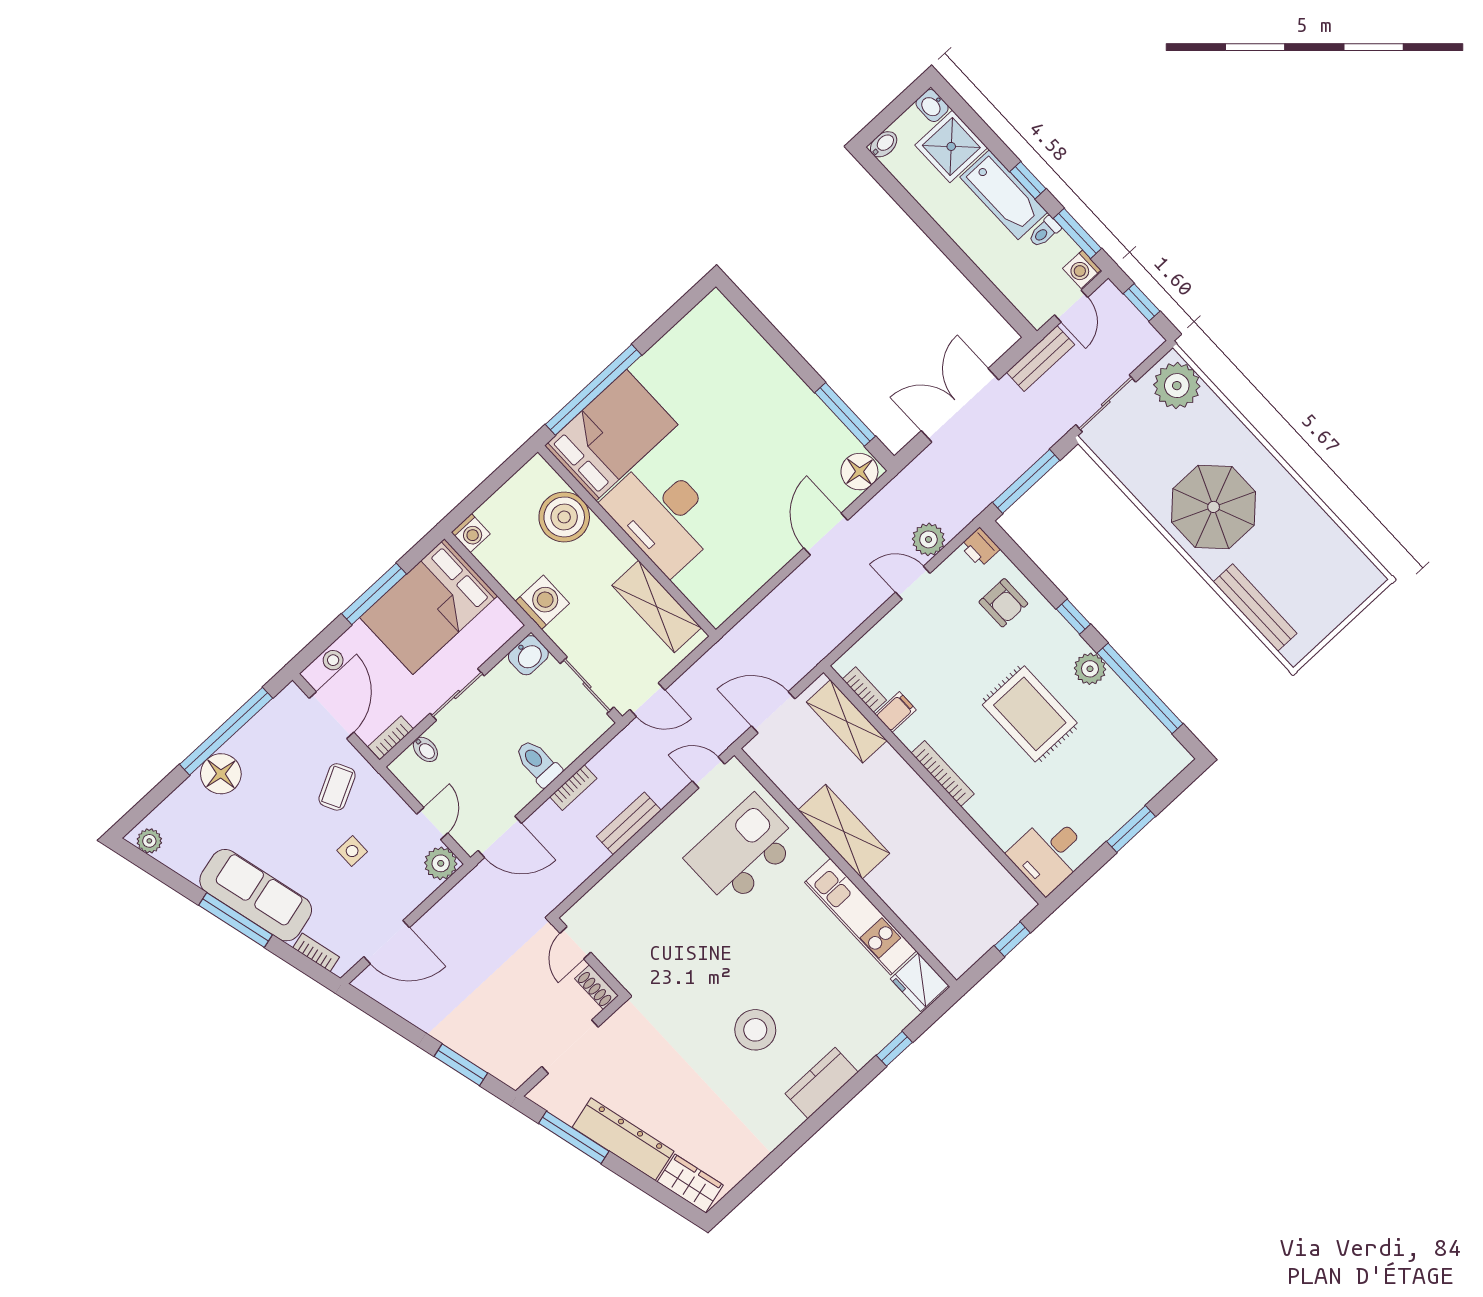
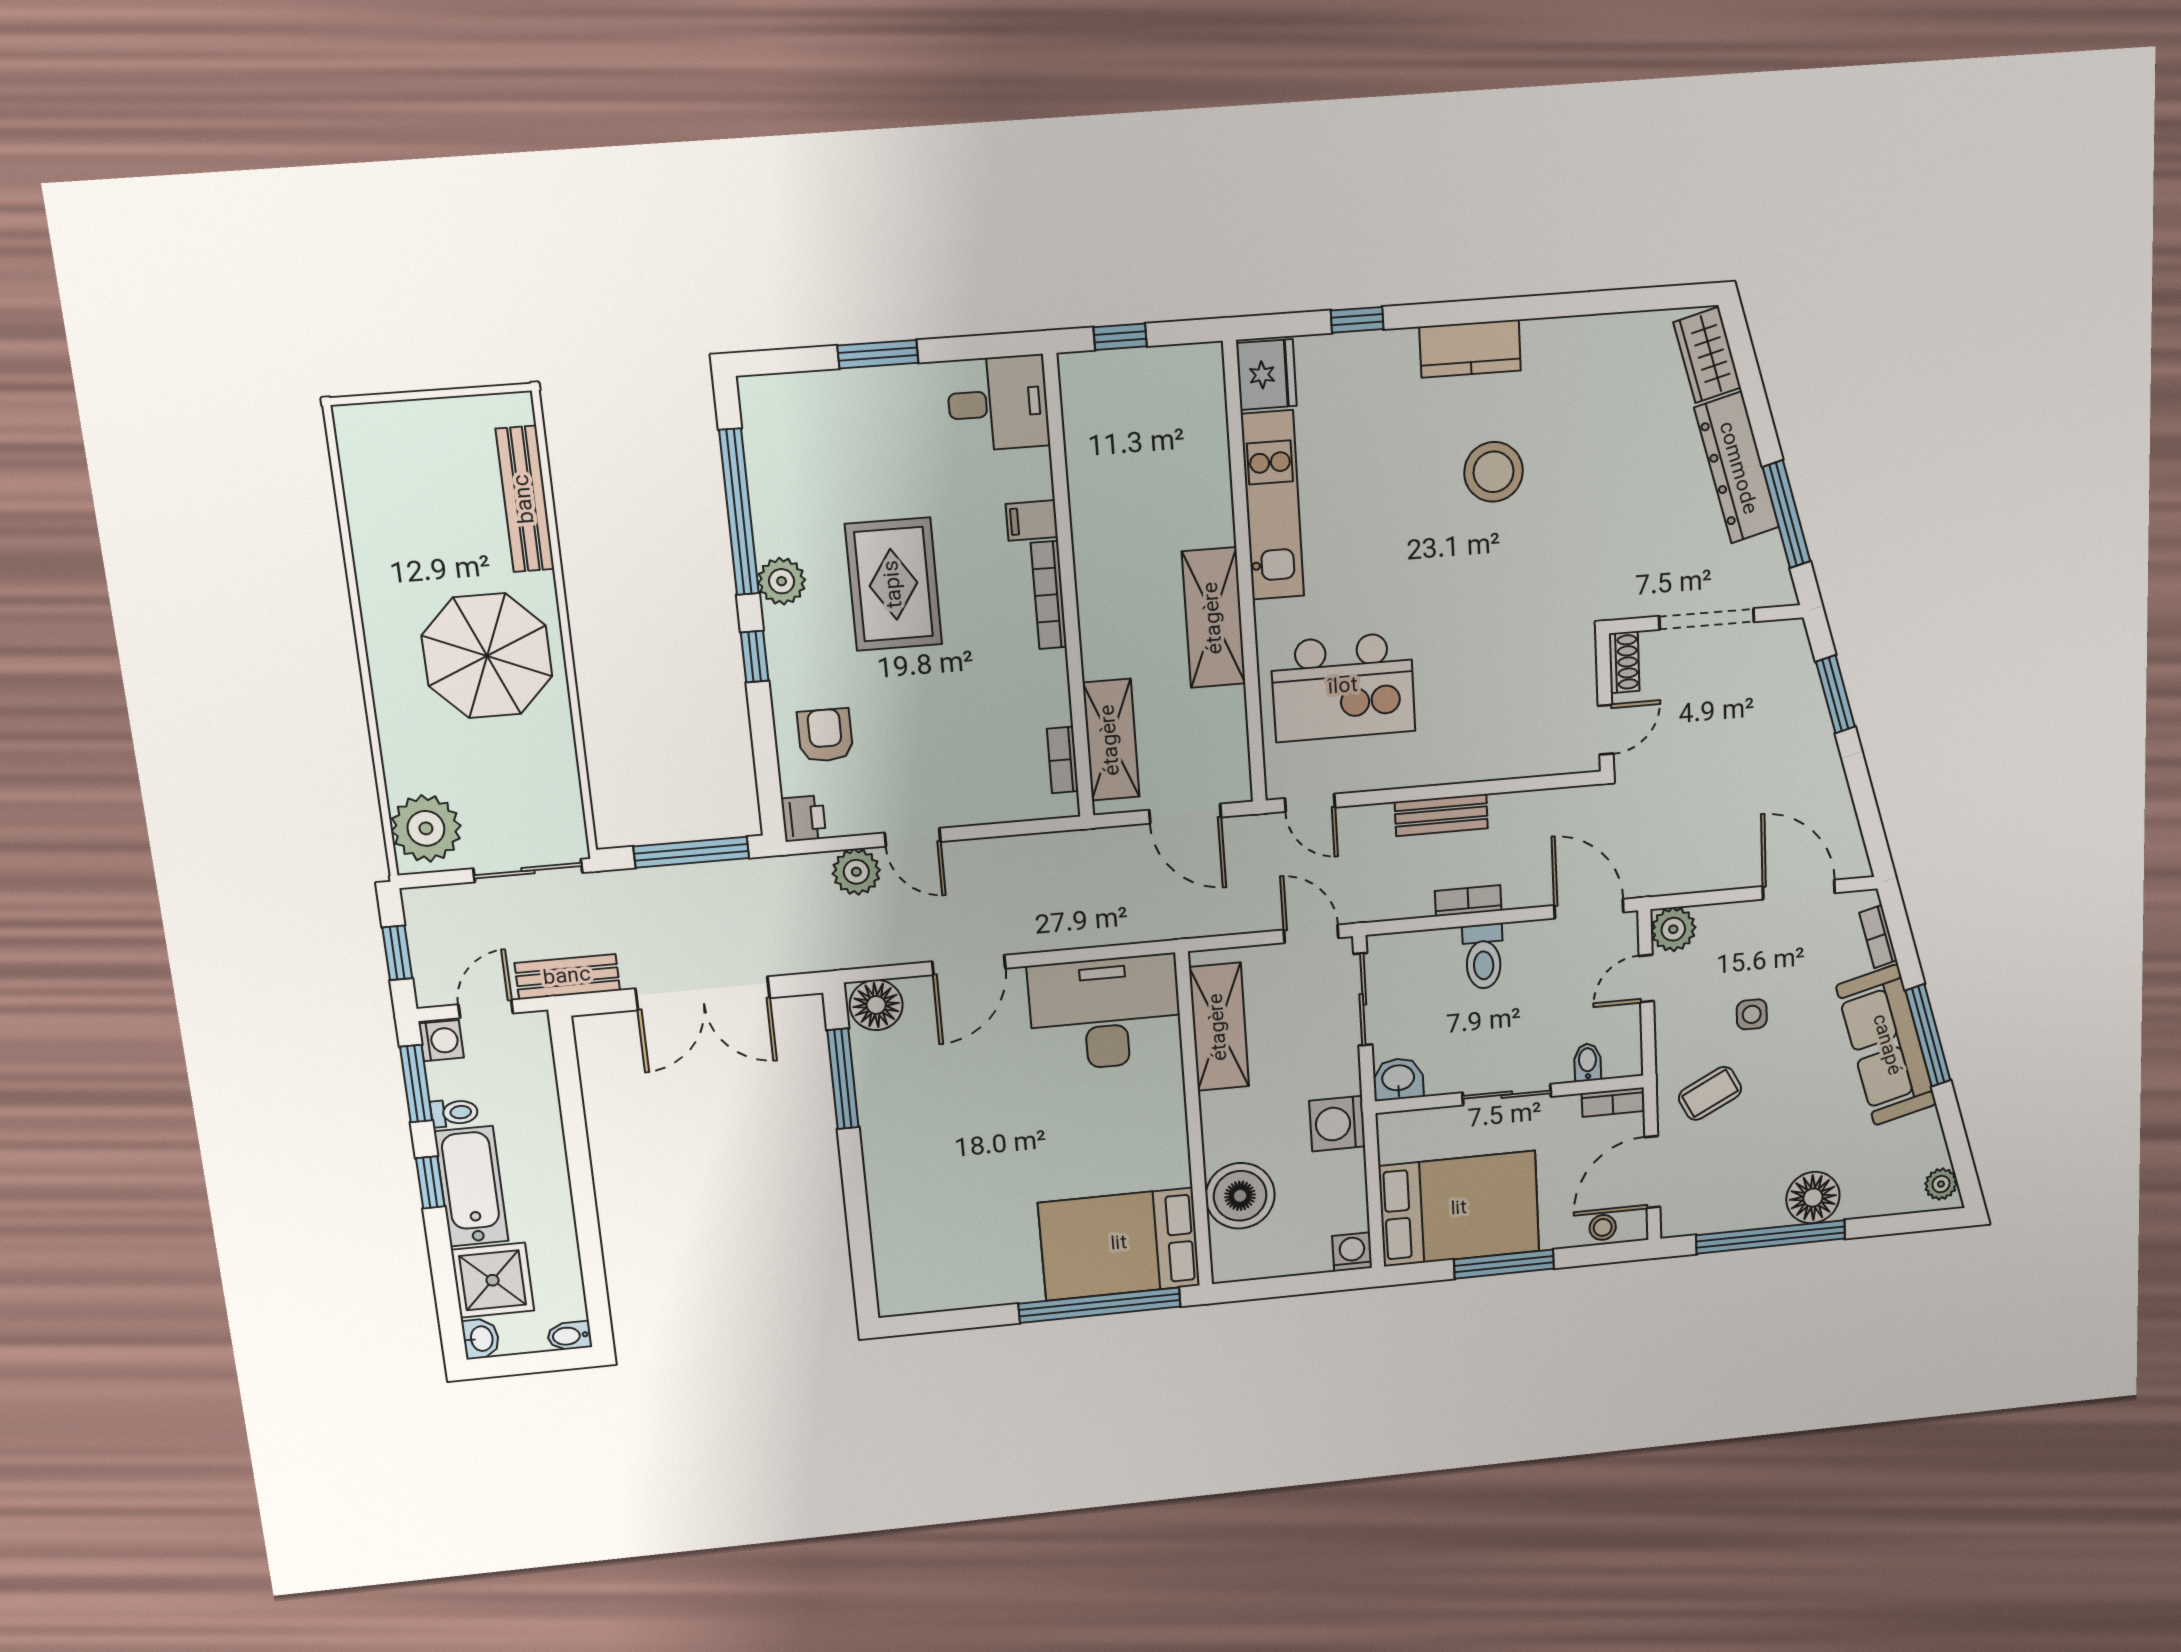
desk: (663, 515) -> (1105, 1013), moved, turned -90
filing cabinet: (896, 712) -> (1032, 520), moved

